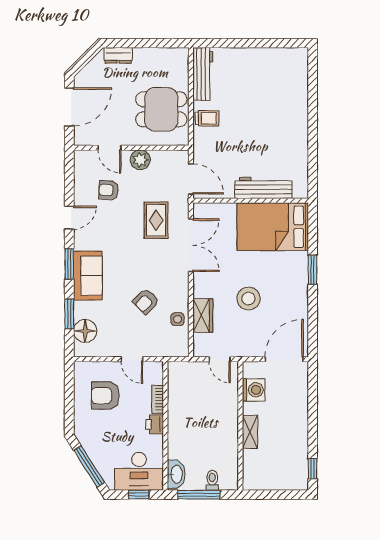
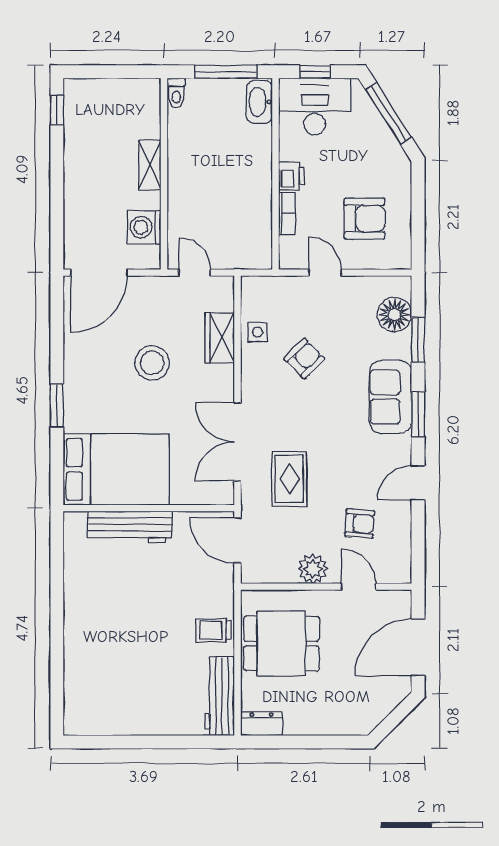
dresser: (118, 55) -> (261, 724), moved
toilet: (212, 480) -> (176, 93), moved

